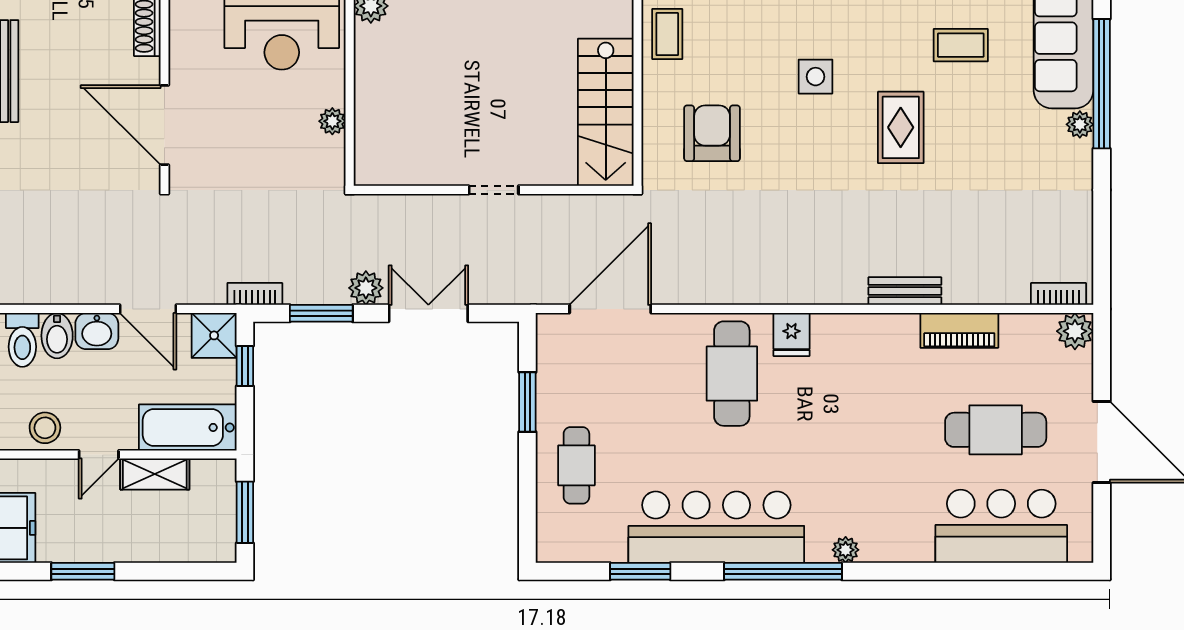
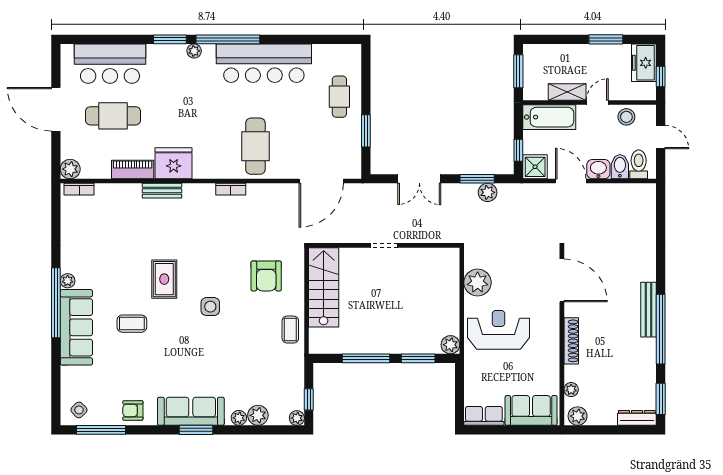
plant: (332, 121) -> (478, 282), width x1.88, depth x1.88
plant: (366, 288) -> (488, 192), moved
bookcase: (255, 294) -> (231, 189), moved
fridge: (791, 335) -> (174, 163), moved, width x1.88, depth x1.34
window: (640, 571) -> (170, 39), moved

